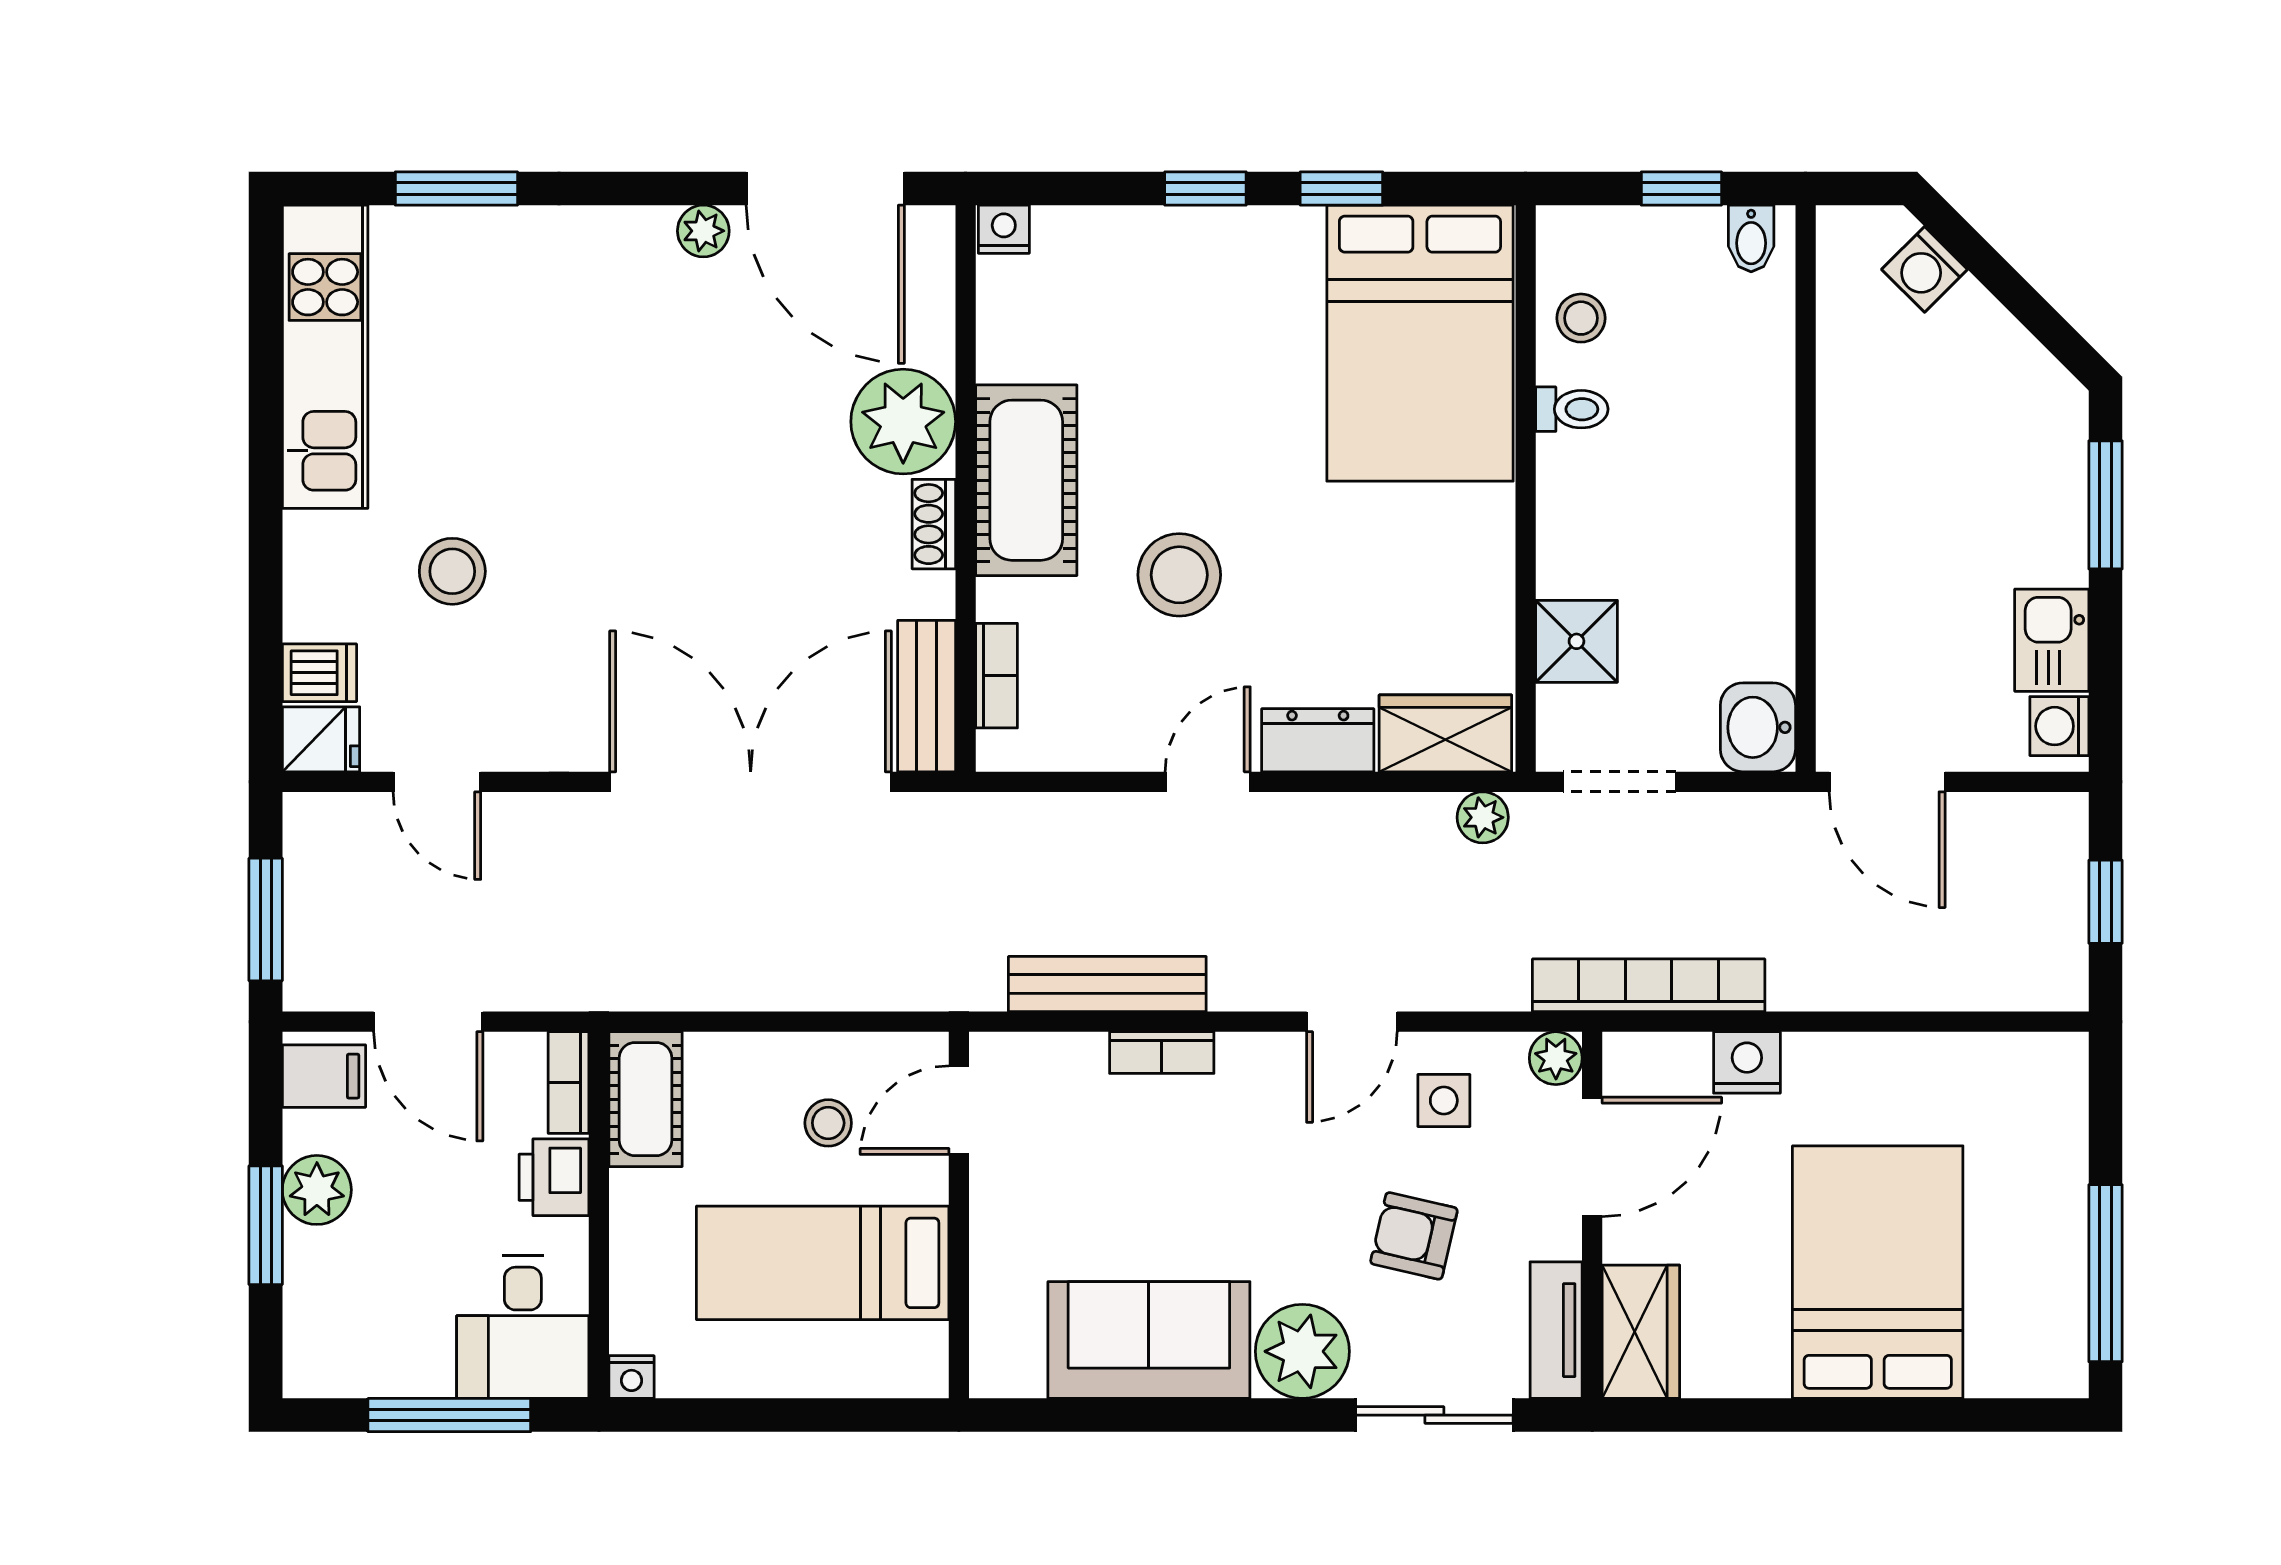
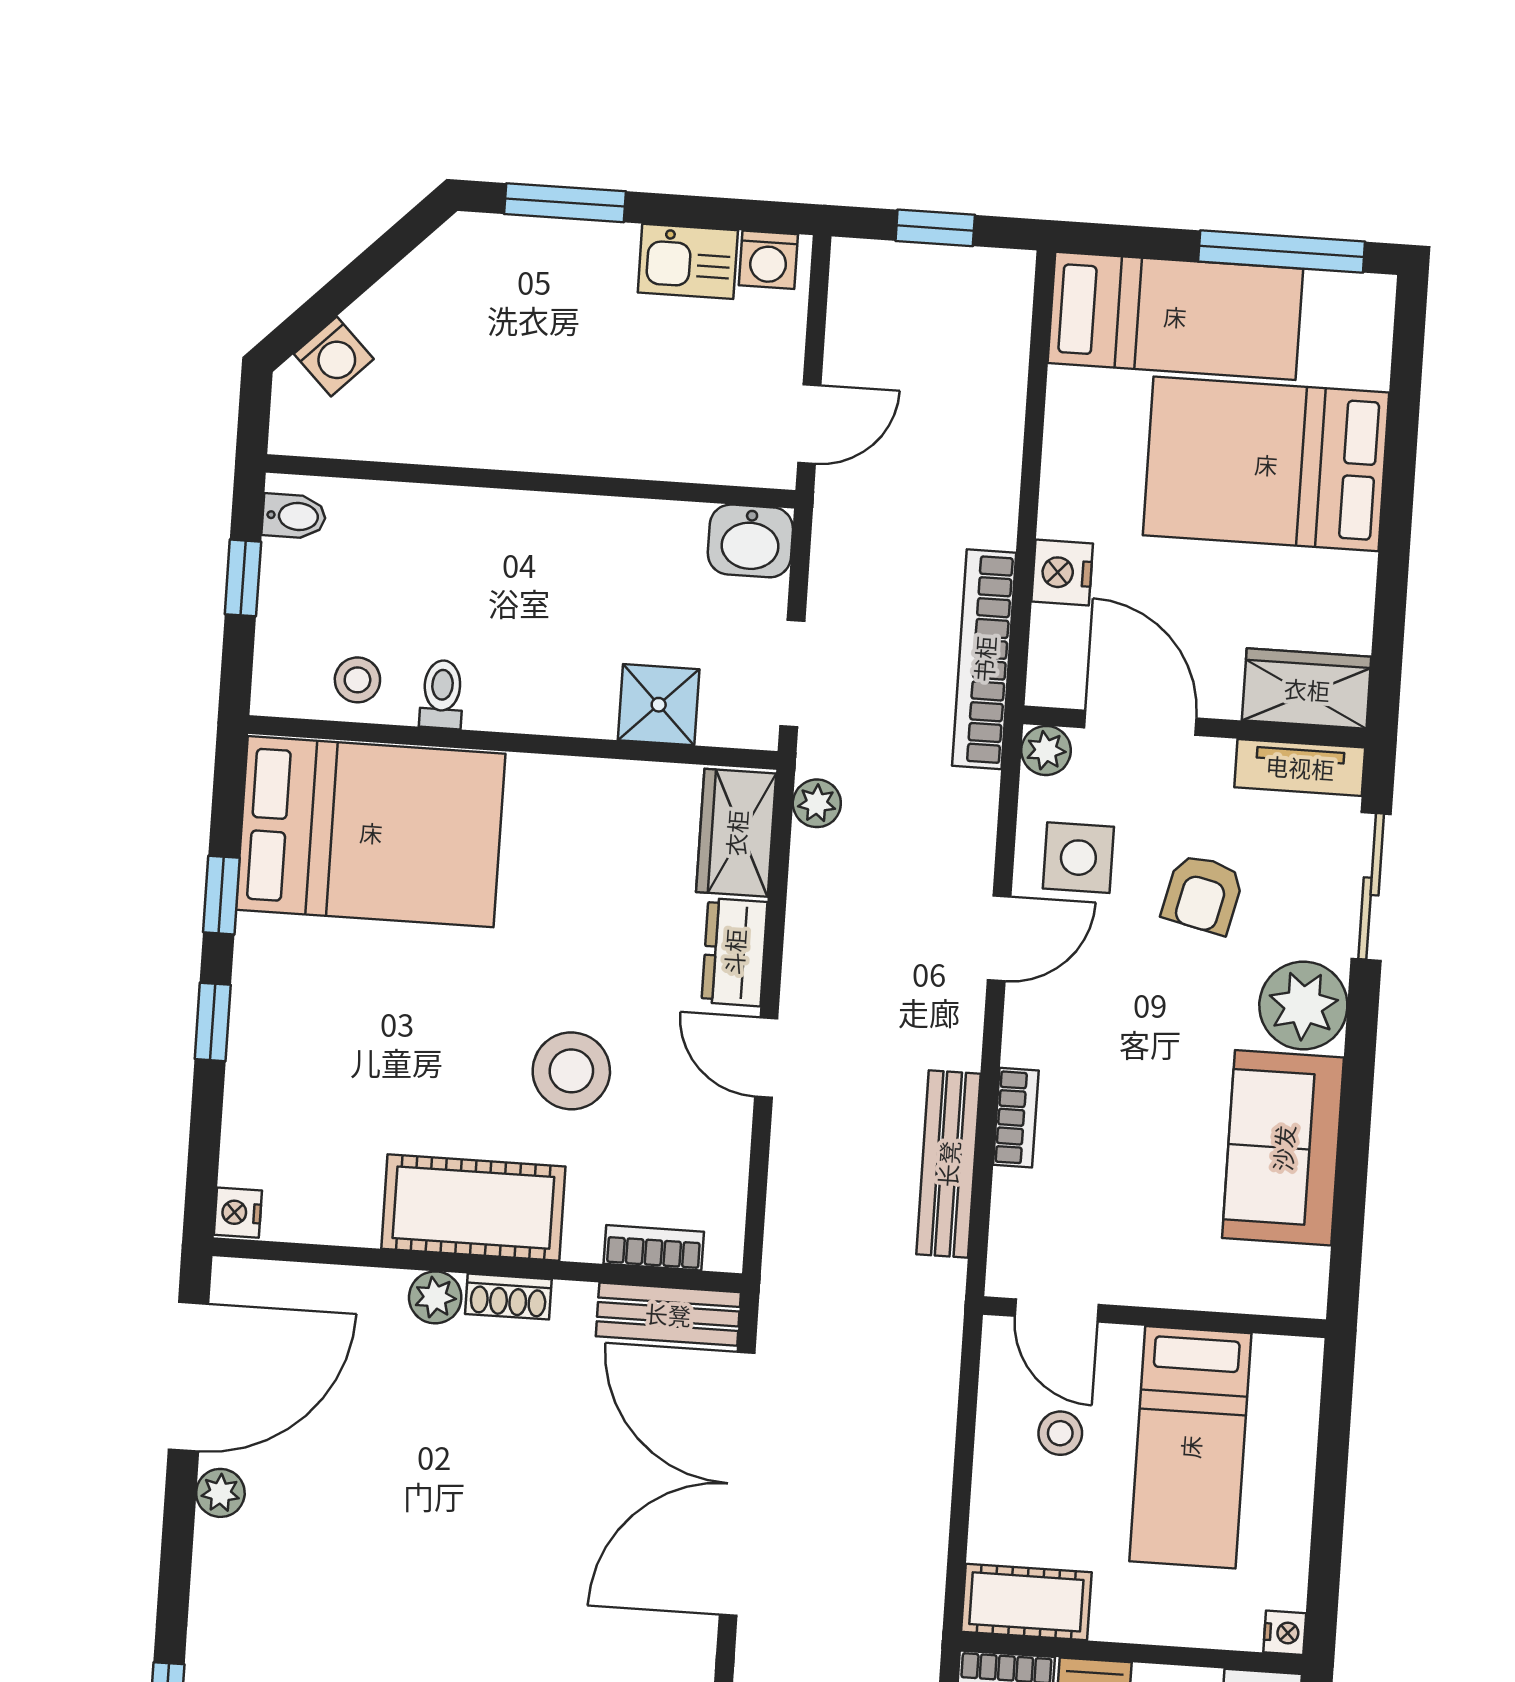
plant: (903, 422) -> (435, 1297), width x0.53, depth x0.53
door: (1887, 782) -> (809, 424), width x0.73
door: (1352, 1022) -> (999, 938), hinge flipped
side table: (1444, 1100) -> (1078, 858), width x1.37, depth x1.37
bed: (2029, 1165) -> (1175, 316), added

